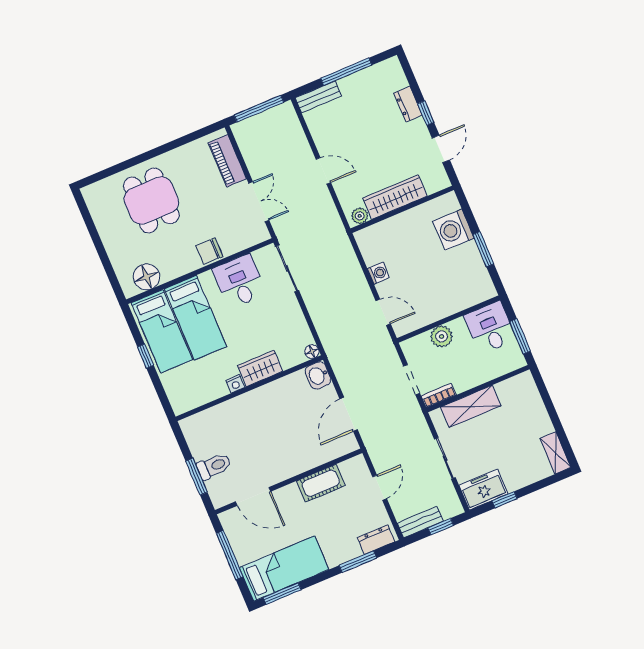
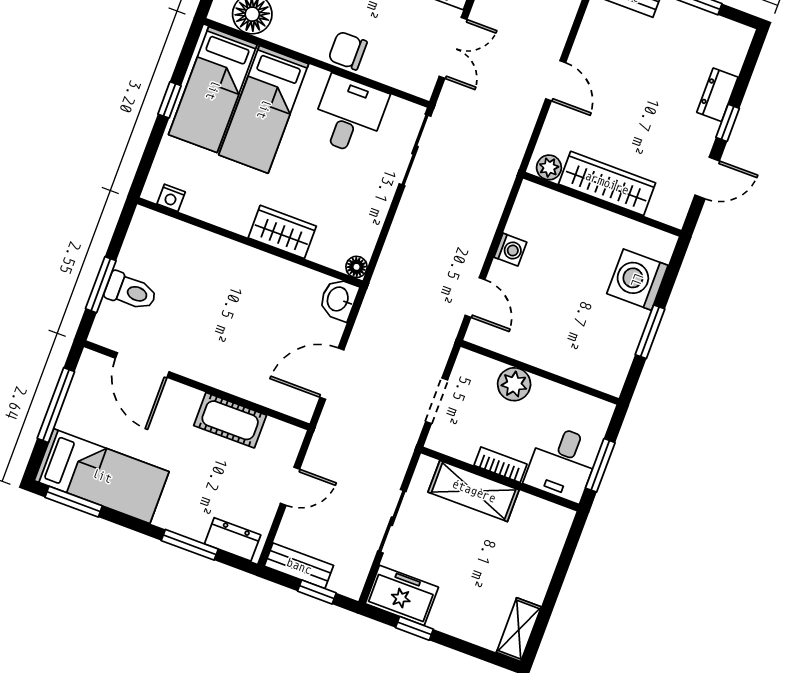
desk: (490, 328) -> (562, 463), moved, turned 180
nightstand: (235, 384) -> (171, 198), moved
bookcase: (439, 395) -> (500, 465), moved

